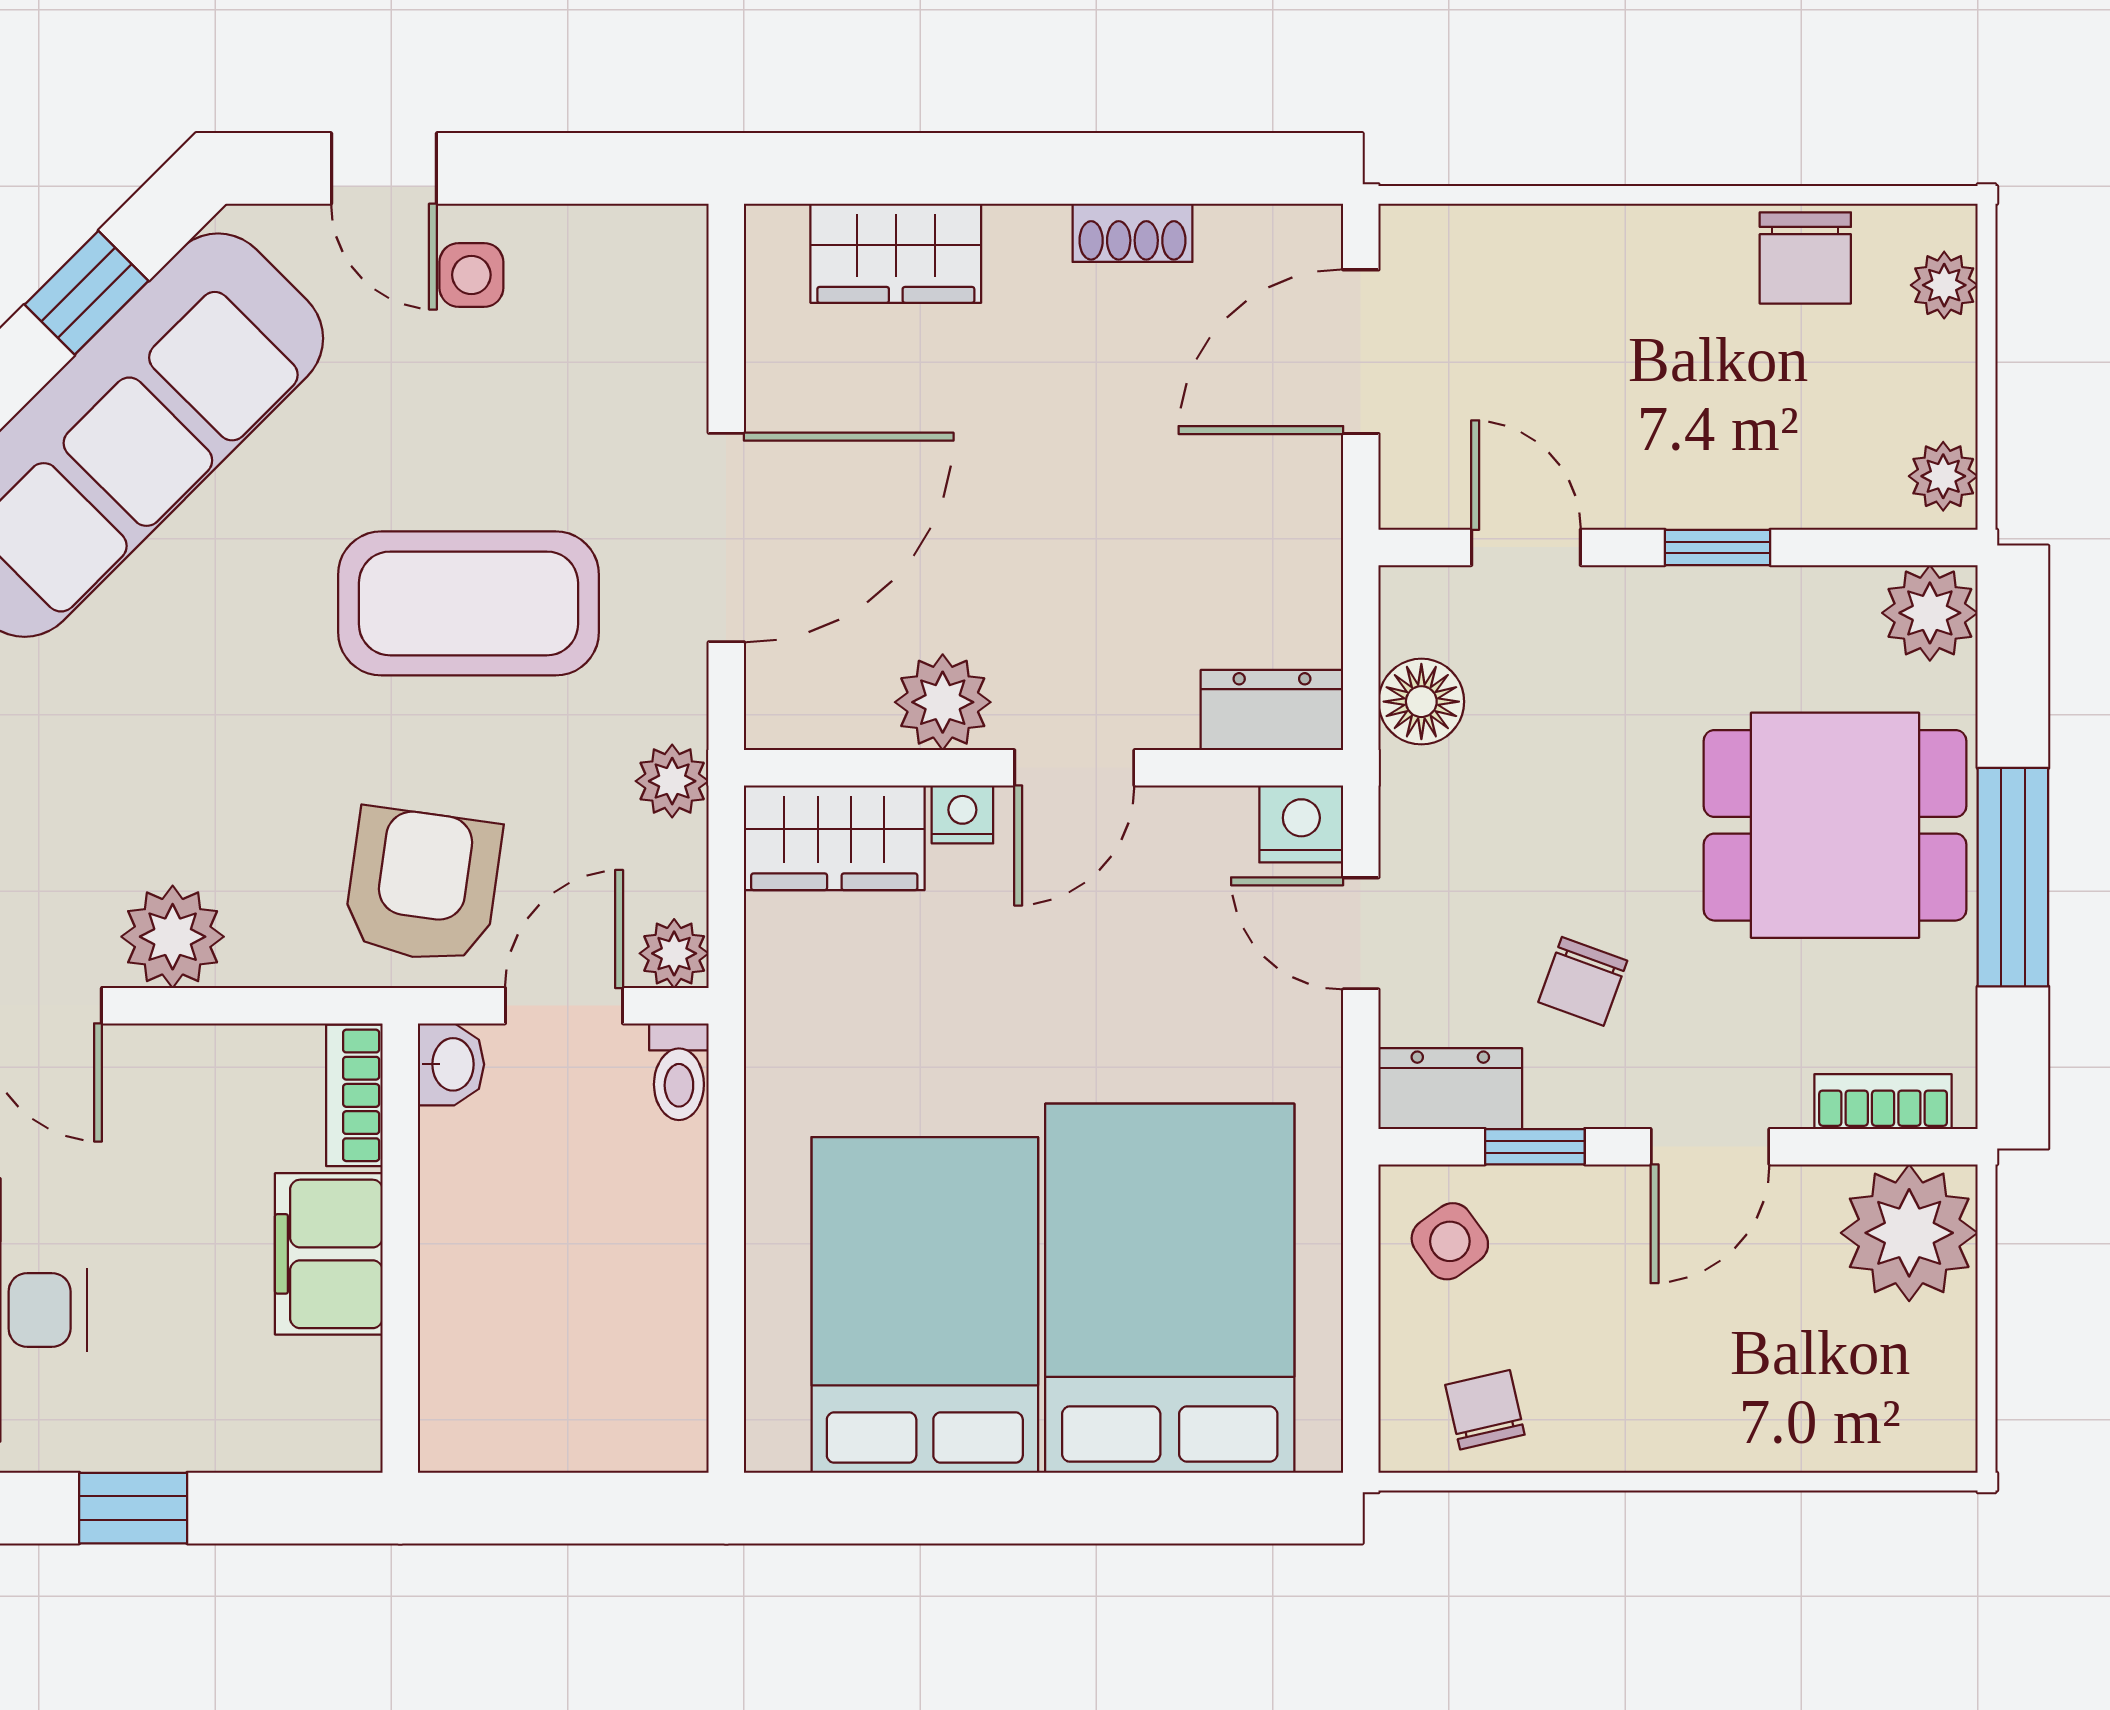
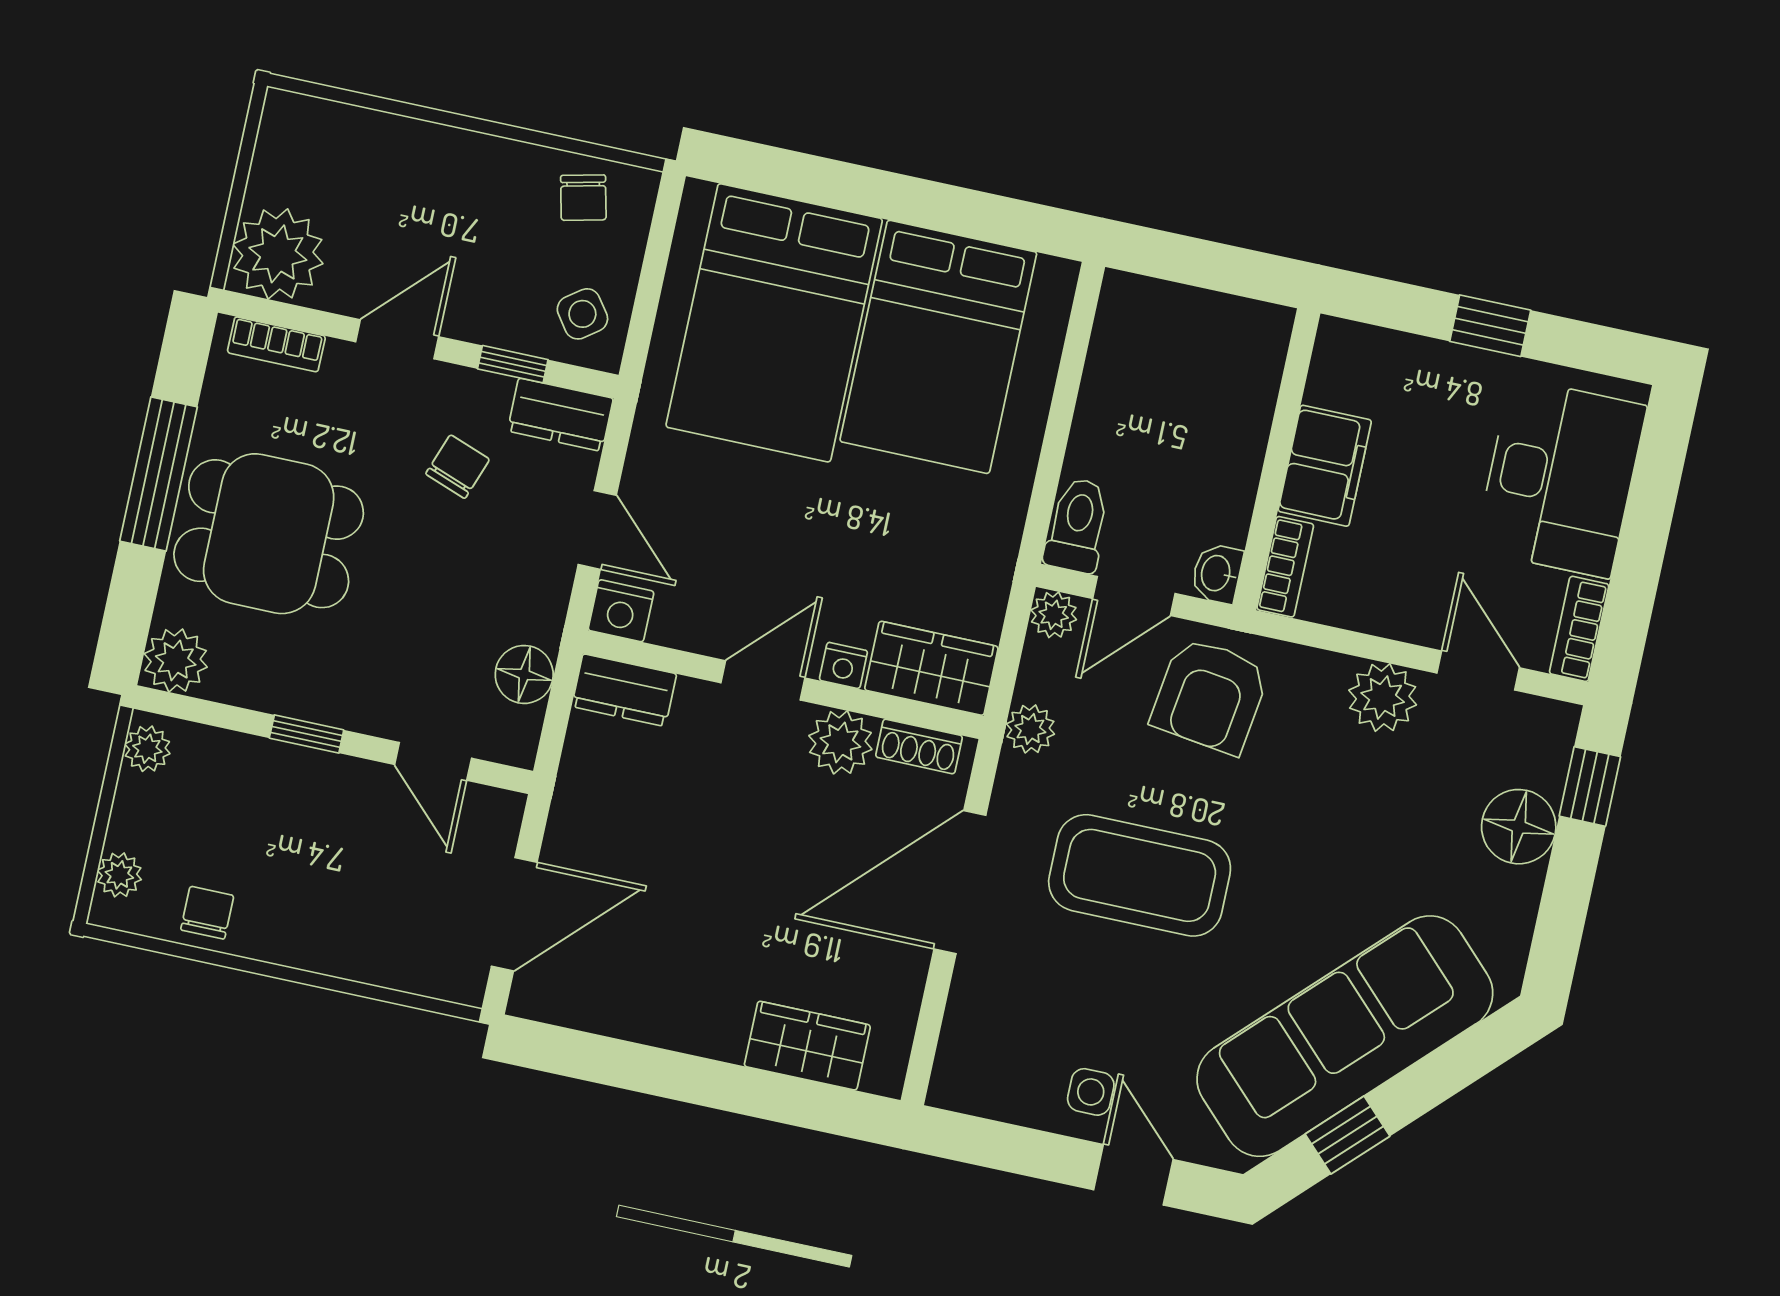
shoe rack: (1132, 233) -> (919, 746), moved, turned 180
chair: (1805, 258) -> (207, 913), width x0.73, depth x0.73
toilet: (679, 1072) -> (1077, 525), width x1.37, depth x1.39

